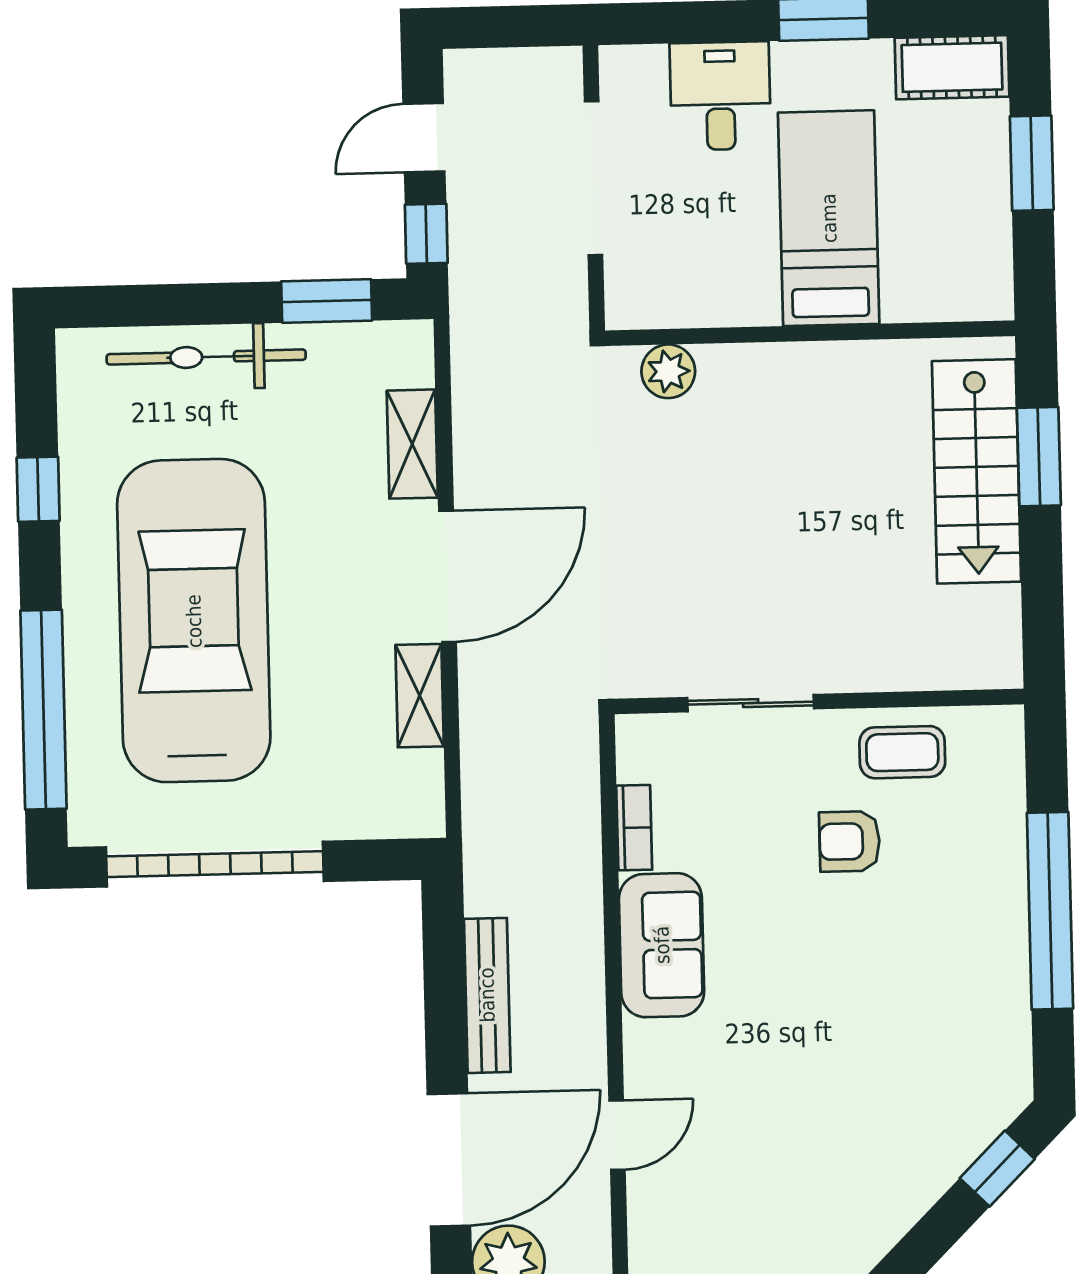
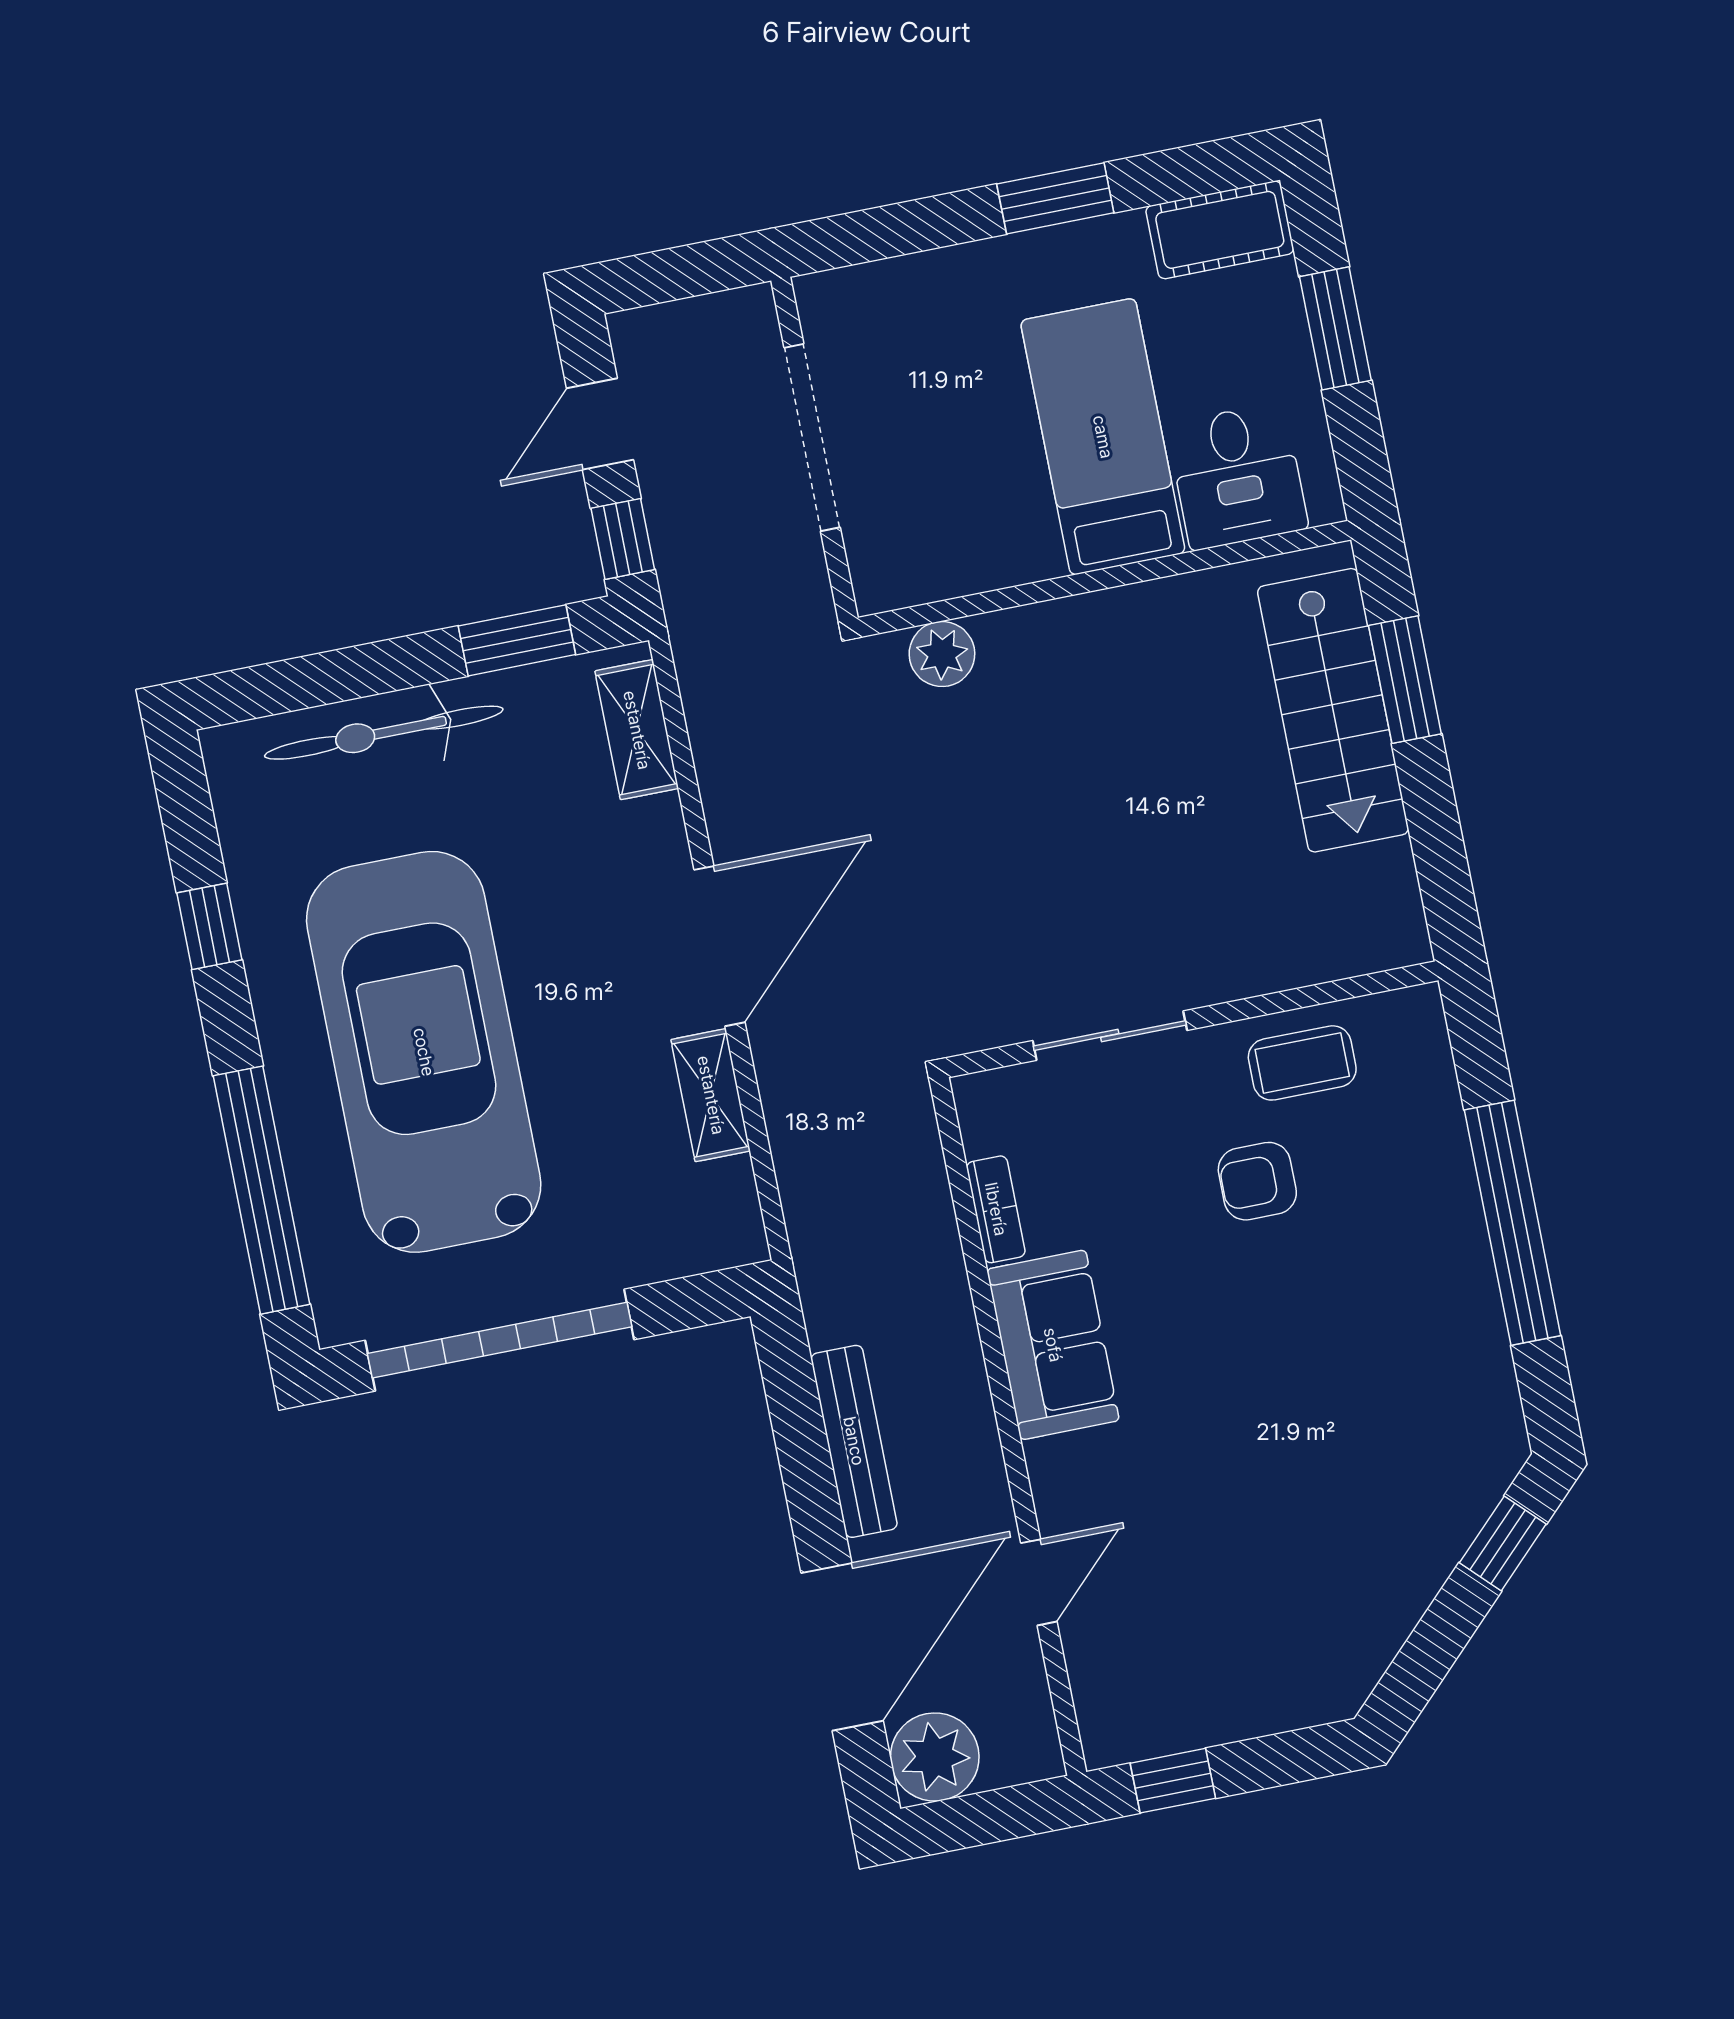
desk: (720, 96) -> (1237, 476), moved, turned 180
shelving: (412, 444) -> (637, 730), moved

